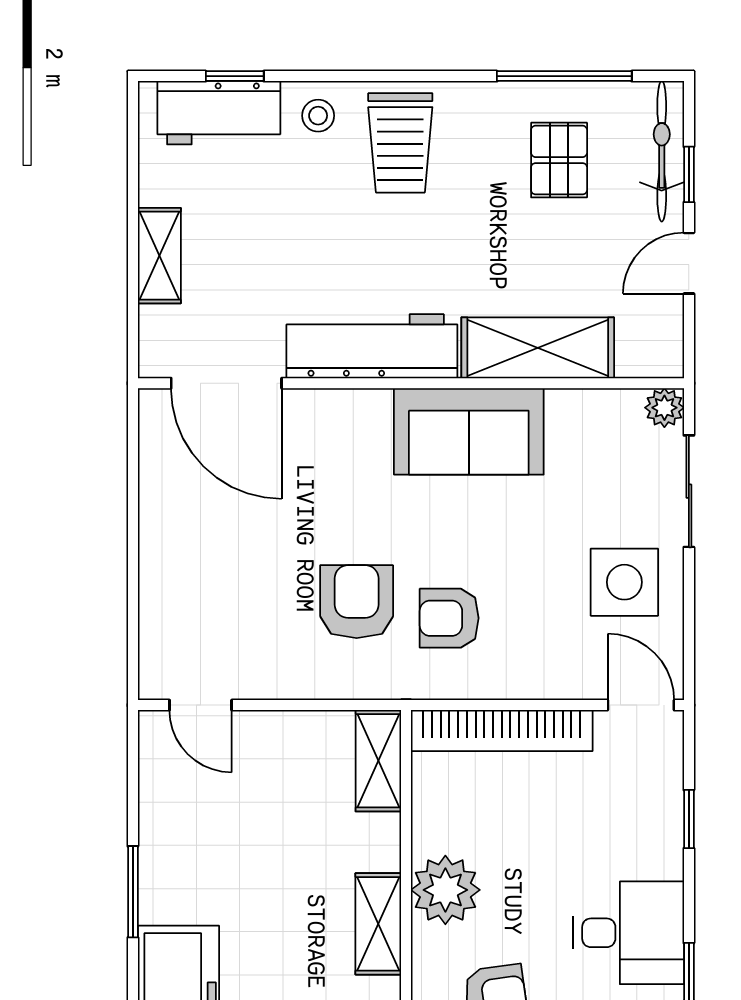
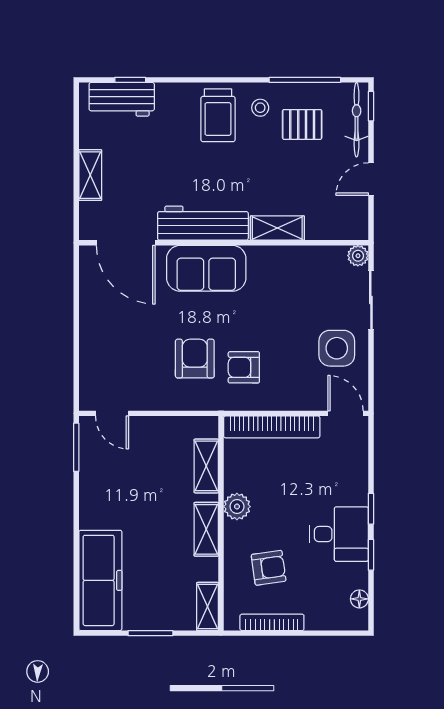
stool: (318, 116) -> (260, 108), moved
pallet: (559, 160) -> (302, 124), turned 90
window: (689, 174) -> (371, 106), moved
shelving: (538, 348) -> (277, 228), width x0.67, depth x0.75
sofa: (469, 431) -> (206, 268), moved
shelving: (378, 761) -> (206, 466), moved
window: (689, 819) -> (371, 509), moved
plant: (445, 890) -> (237, 507), width x0.73, depth x0.73
window: (133, 892) -> (76, 447), moved

